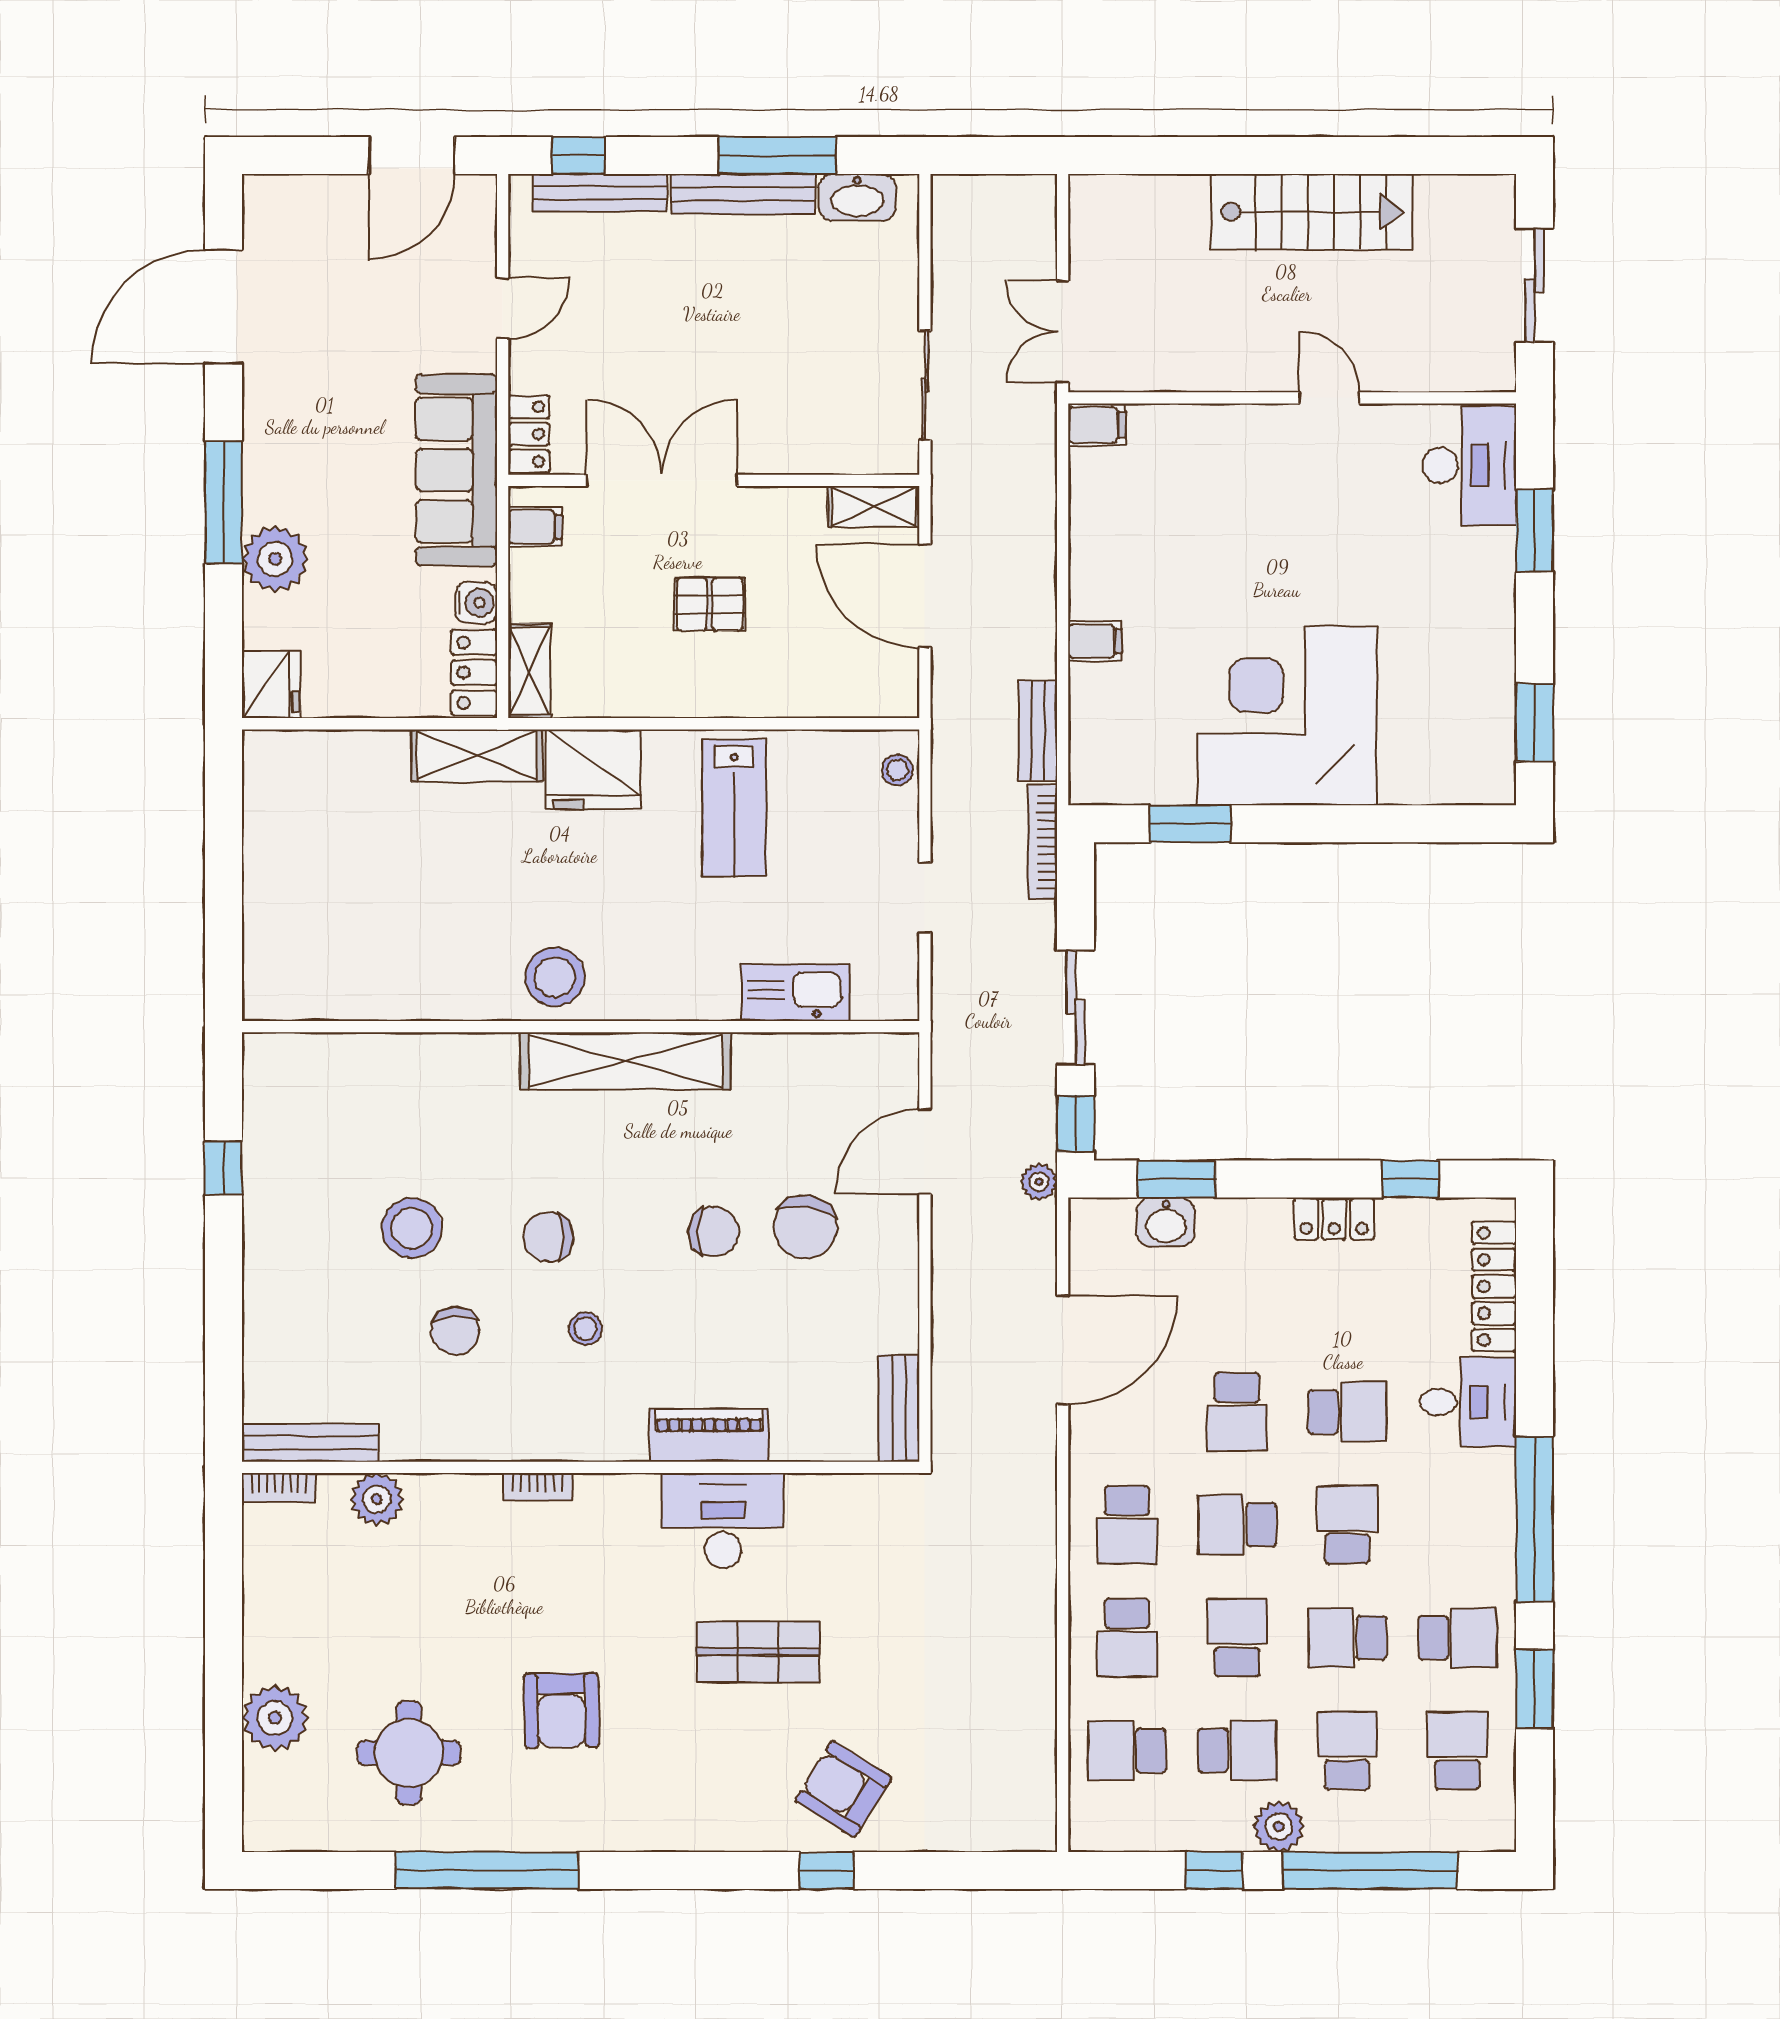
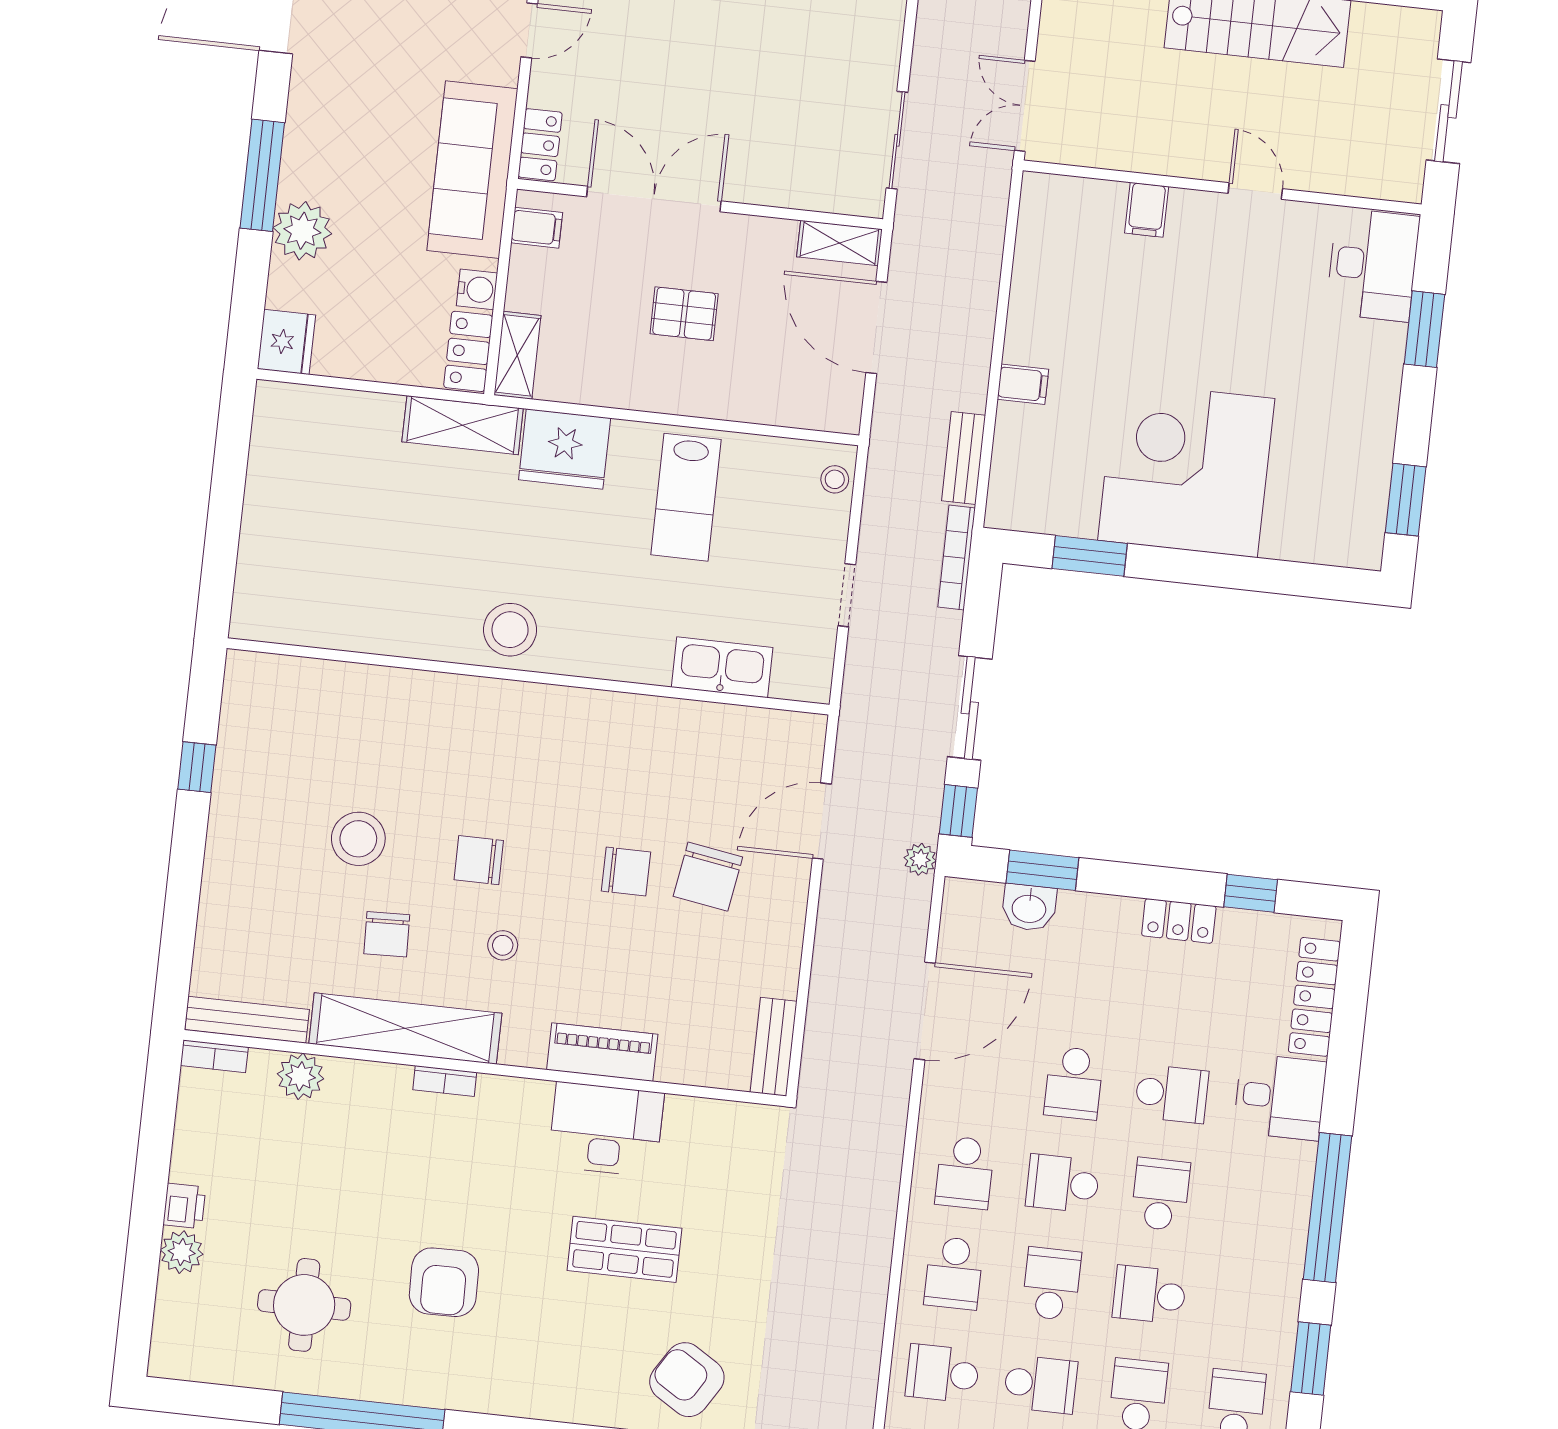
filing cabinet: (1097, 425) -> (1147, 210), moved, turned 90
shelving: (625, 1061) -> (405, 1028), moved
school desk: (1457, 1638) -> (1247, 1305), removed
printer: (263, 1658) -> (184, 1206), added
plant: (275, 1718) -> (182, 1252), width x0.73, depth x0.73

